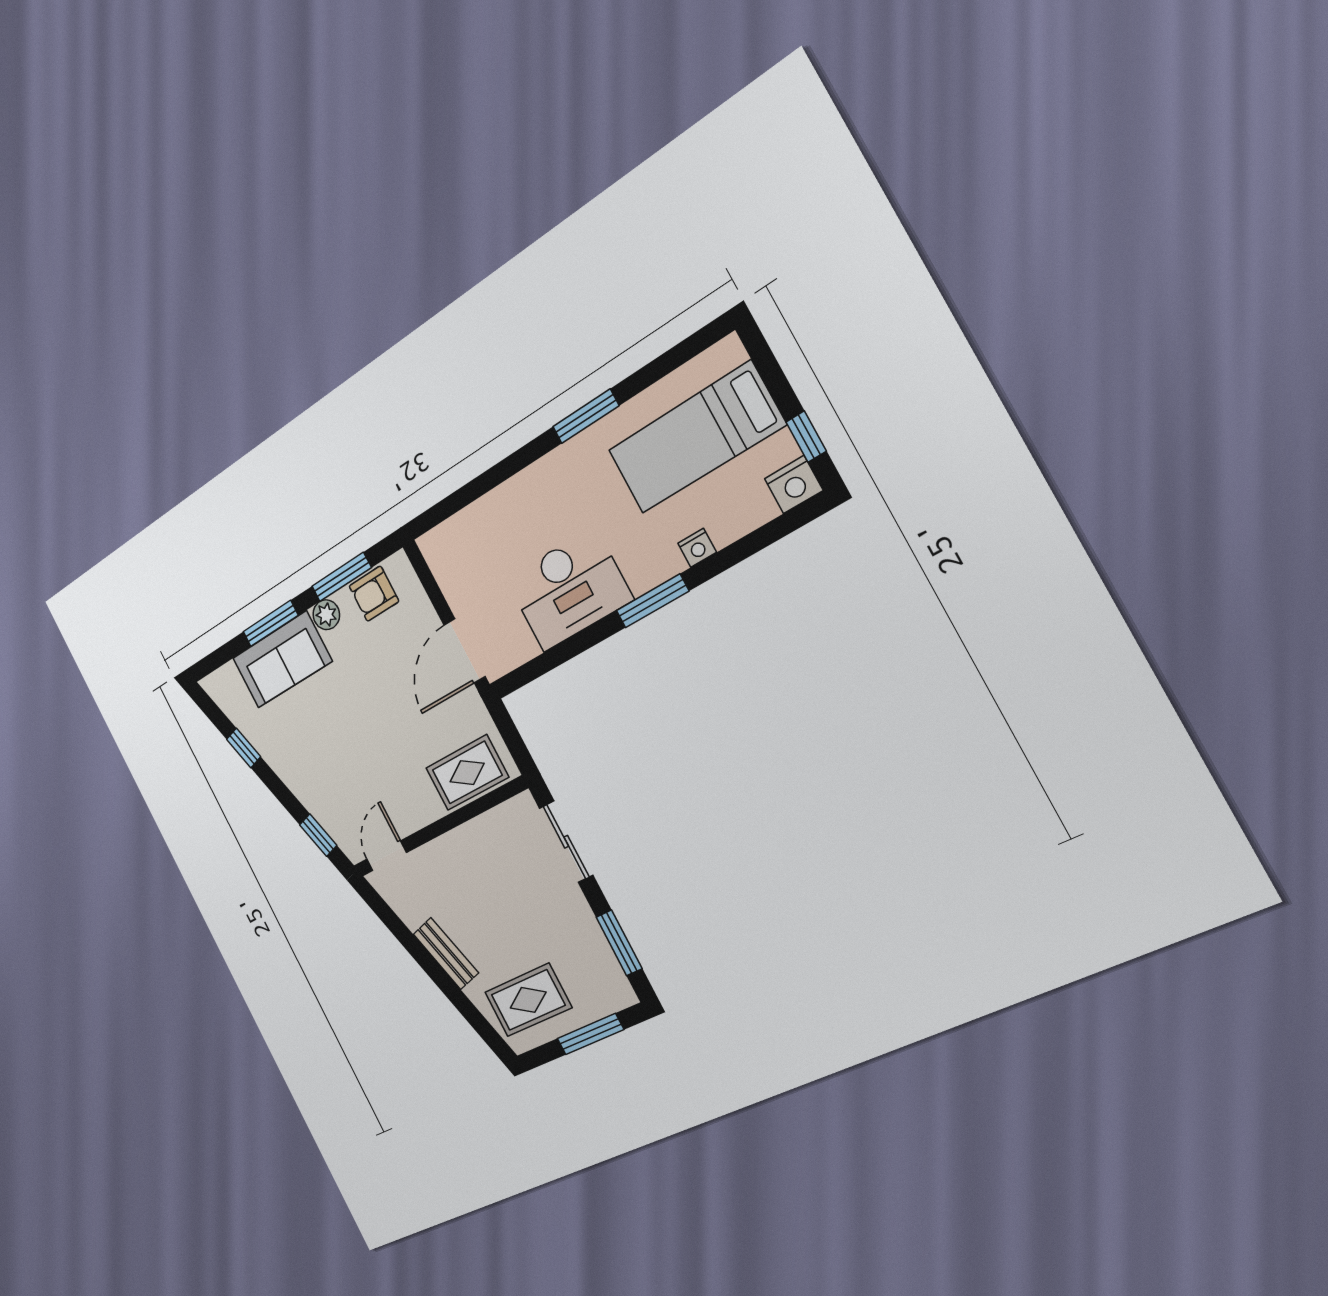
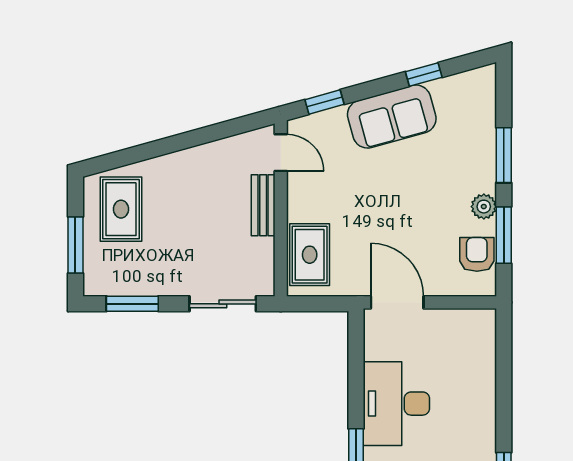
sofa: (282, 660) -> (392, 117), moved, turned -105
bench: (446, 953) -> (263, 205), moved, turned -75

